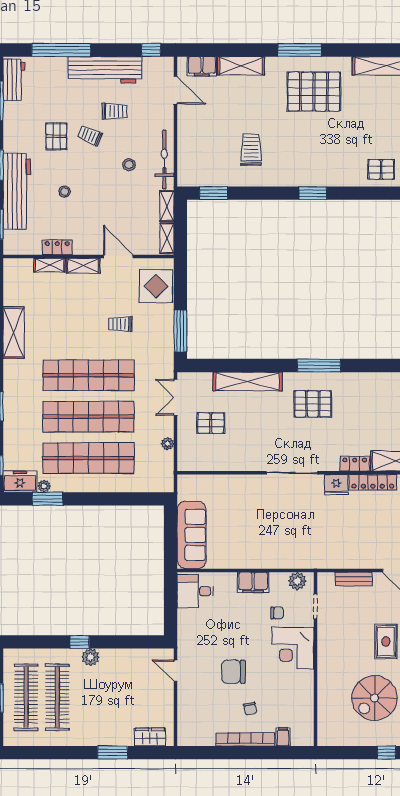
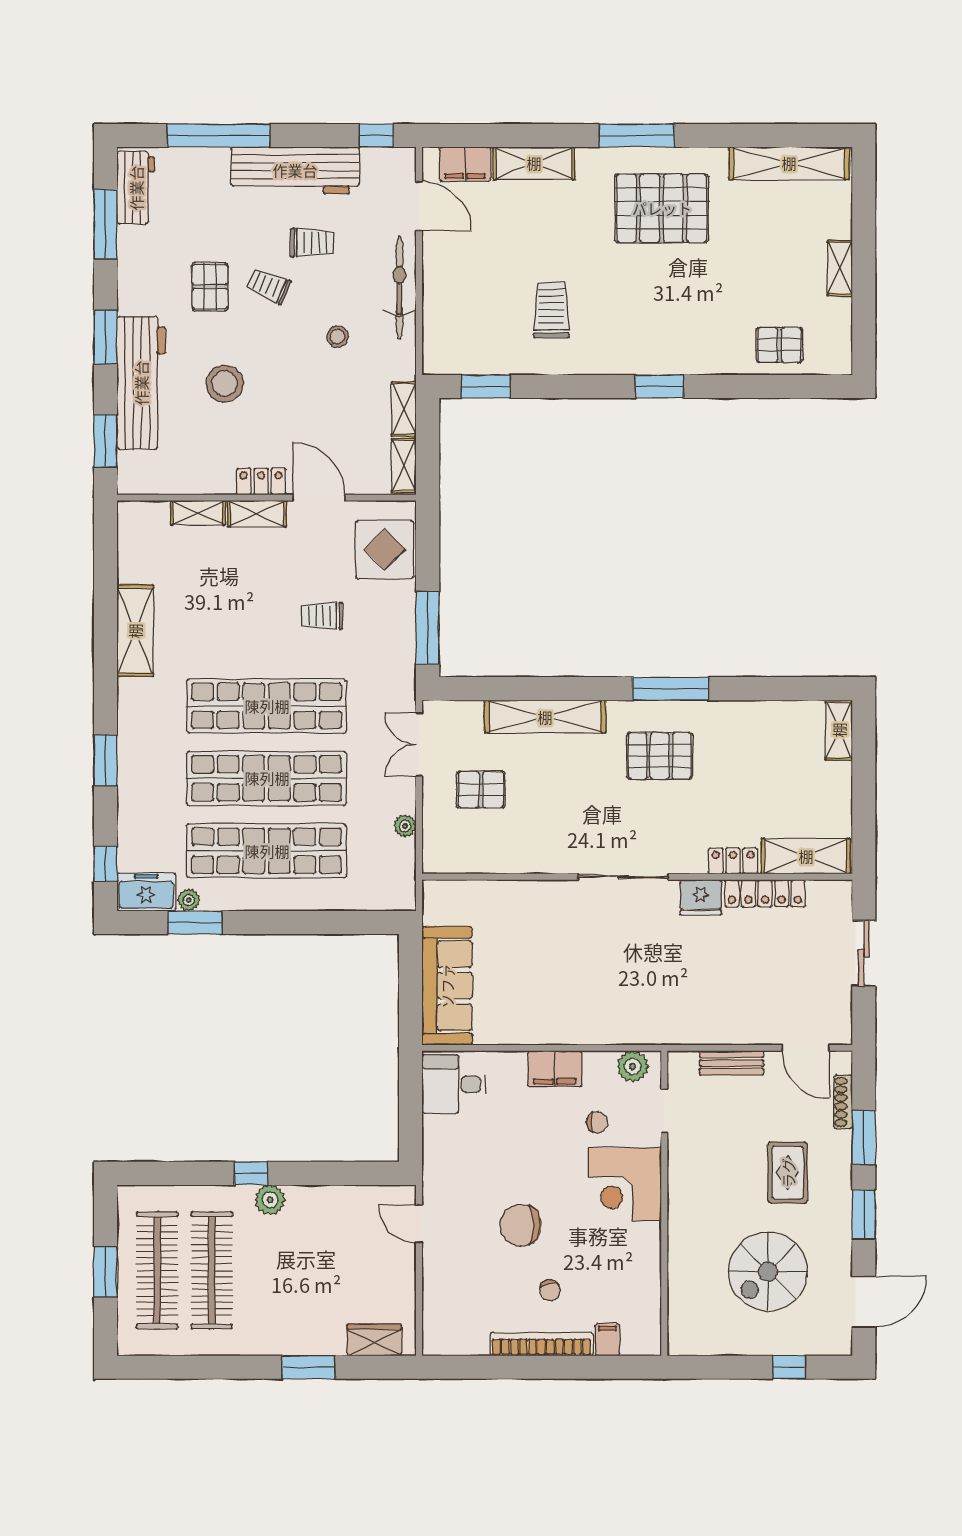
bicycle: (164, 160) -> (399, 287), moved
stool: (65, 192) -> (225, 384), width x1.89, depth x1.89
locker: (57, 247) -> (261, 482), moved

